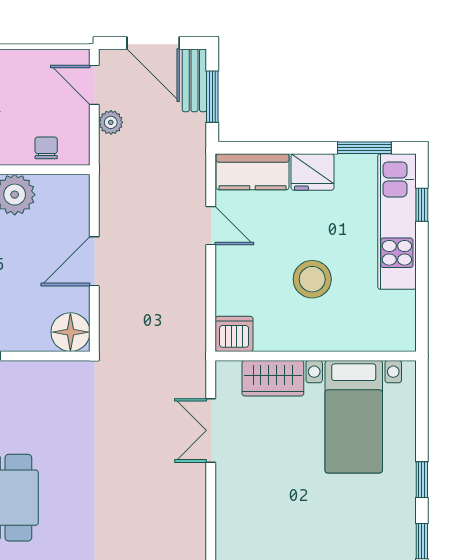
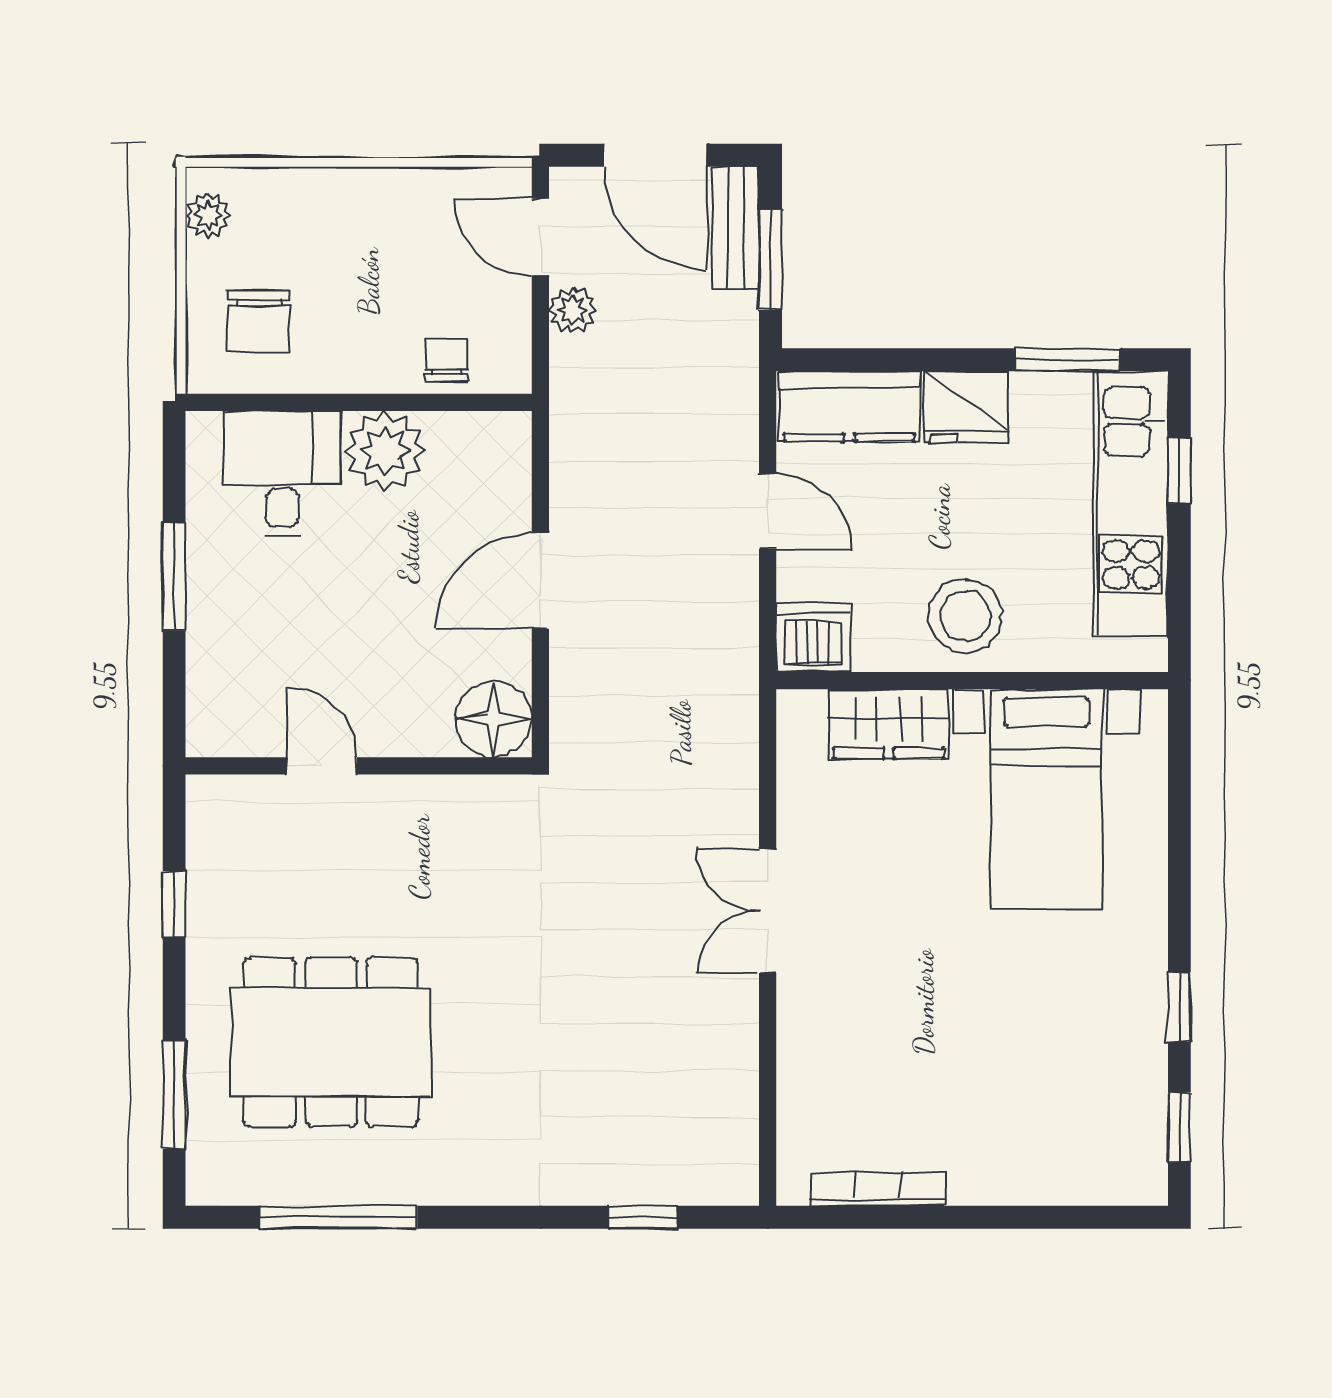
dishwasher: (234, 334) -> (813, 638), moved
wall: (316, 356) -> (972, 681), moved
wardrobe: (273, 378) -> (889, 724), moved
bed with nightstands: (354, 417) -> (1046, 799), moved

